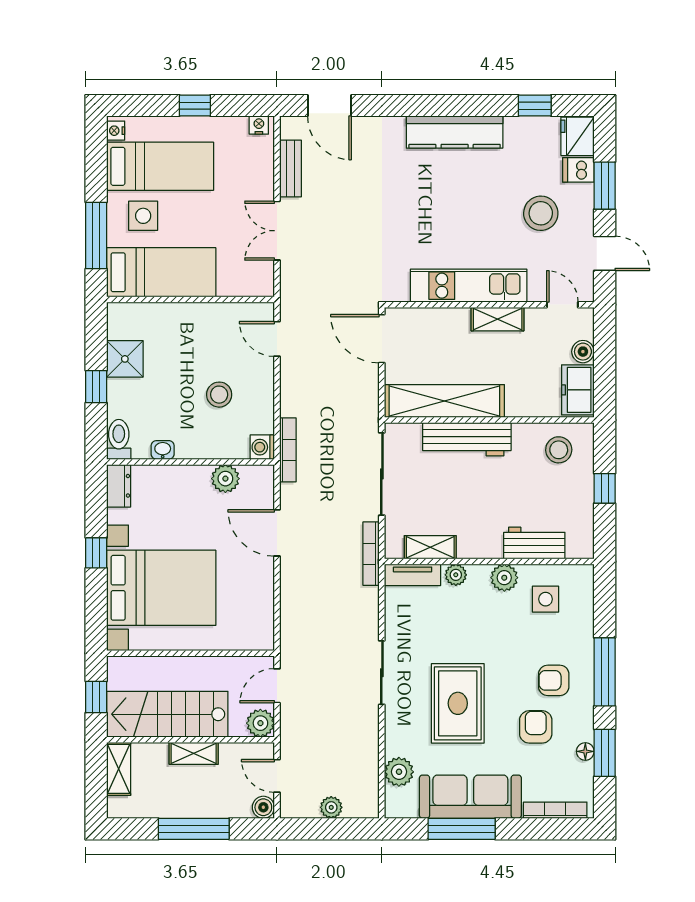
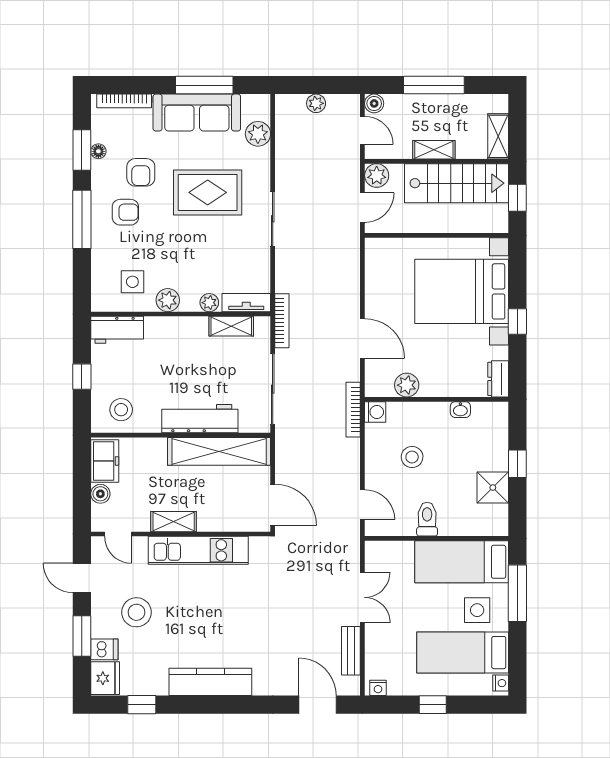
toilet: (119, 439) -> (427, 519), moved, turned 180
workbench: (534, 543) -> (117, 330), moved
rug: (458, 703) -> (208, 192), turned 90

